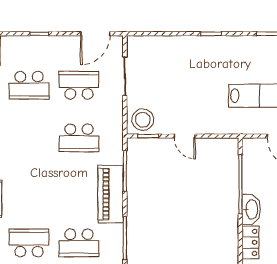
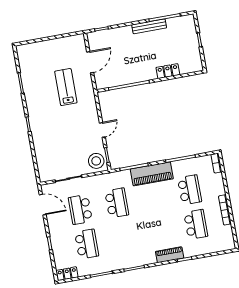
washbasin: (251, 209) -> (145, 75), removed
school desk: (29, 243) -> (196, 224), turned 180

